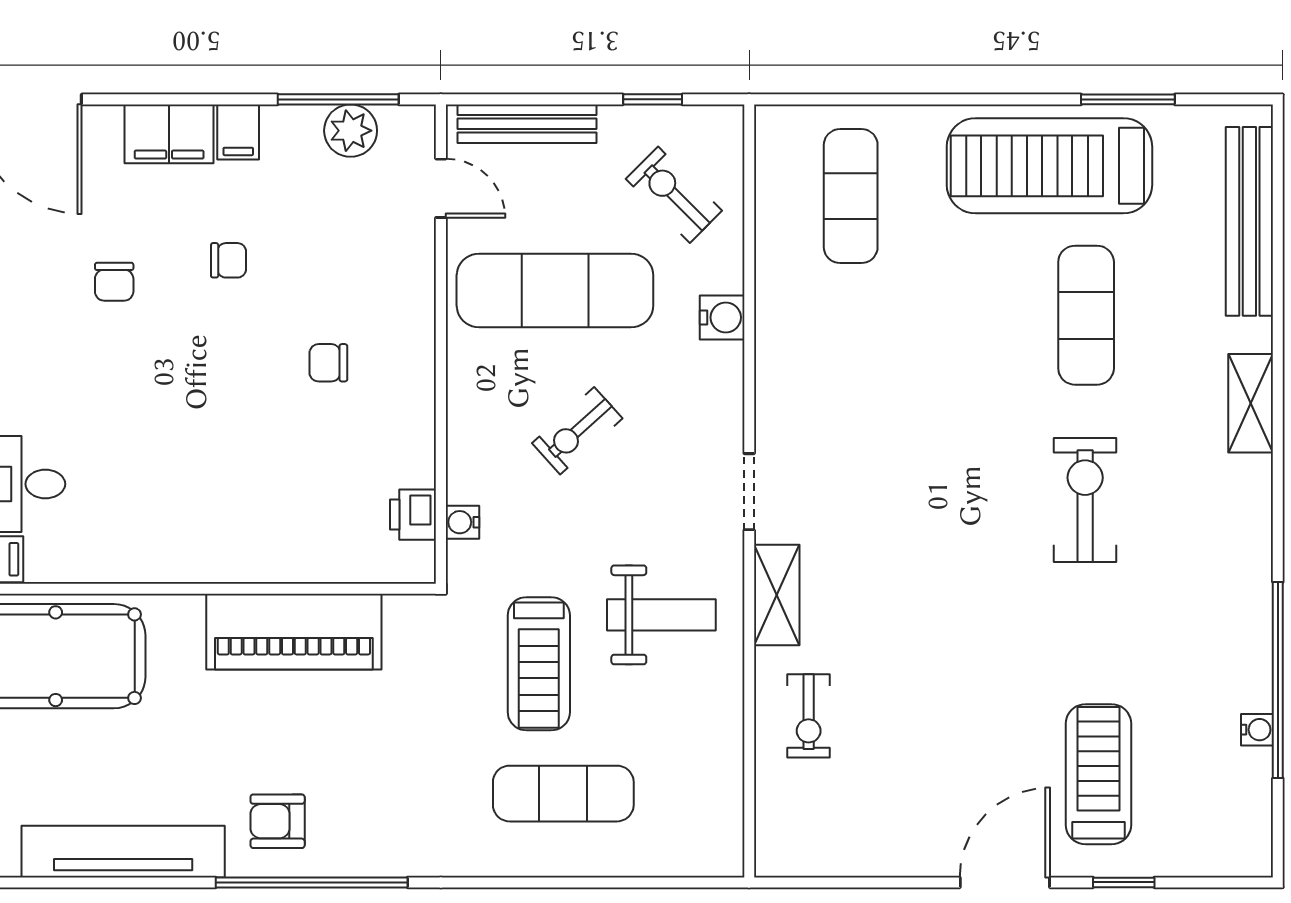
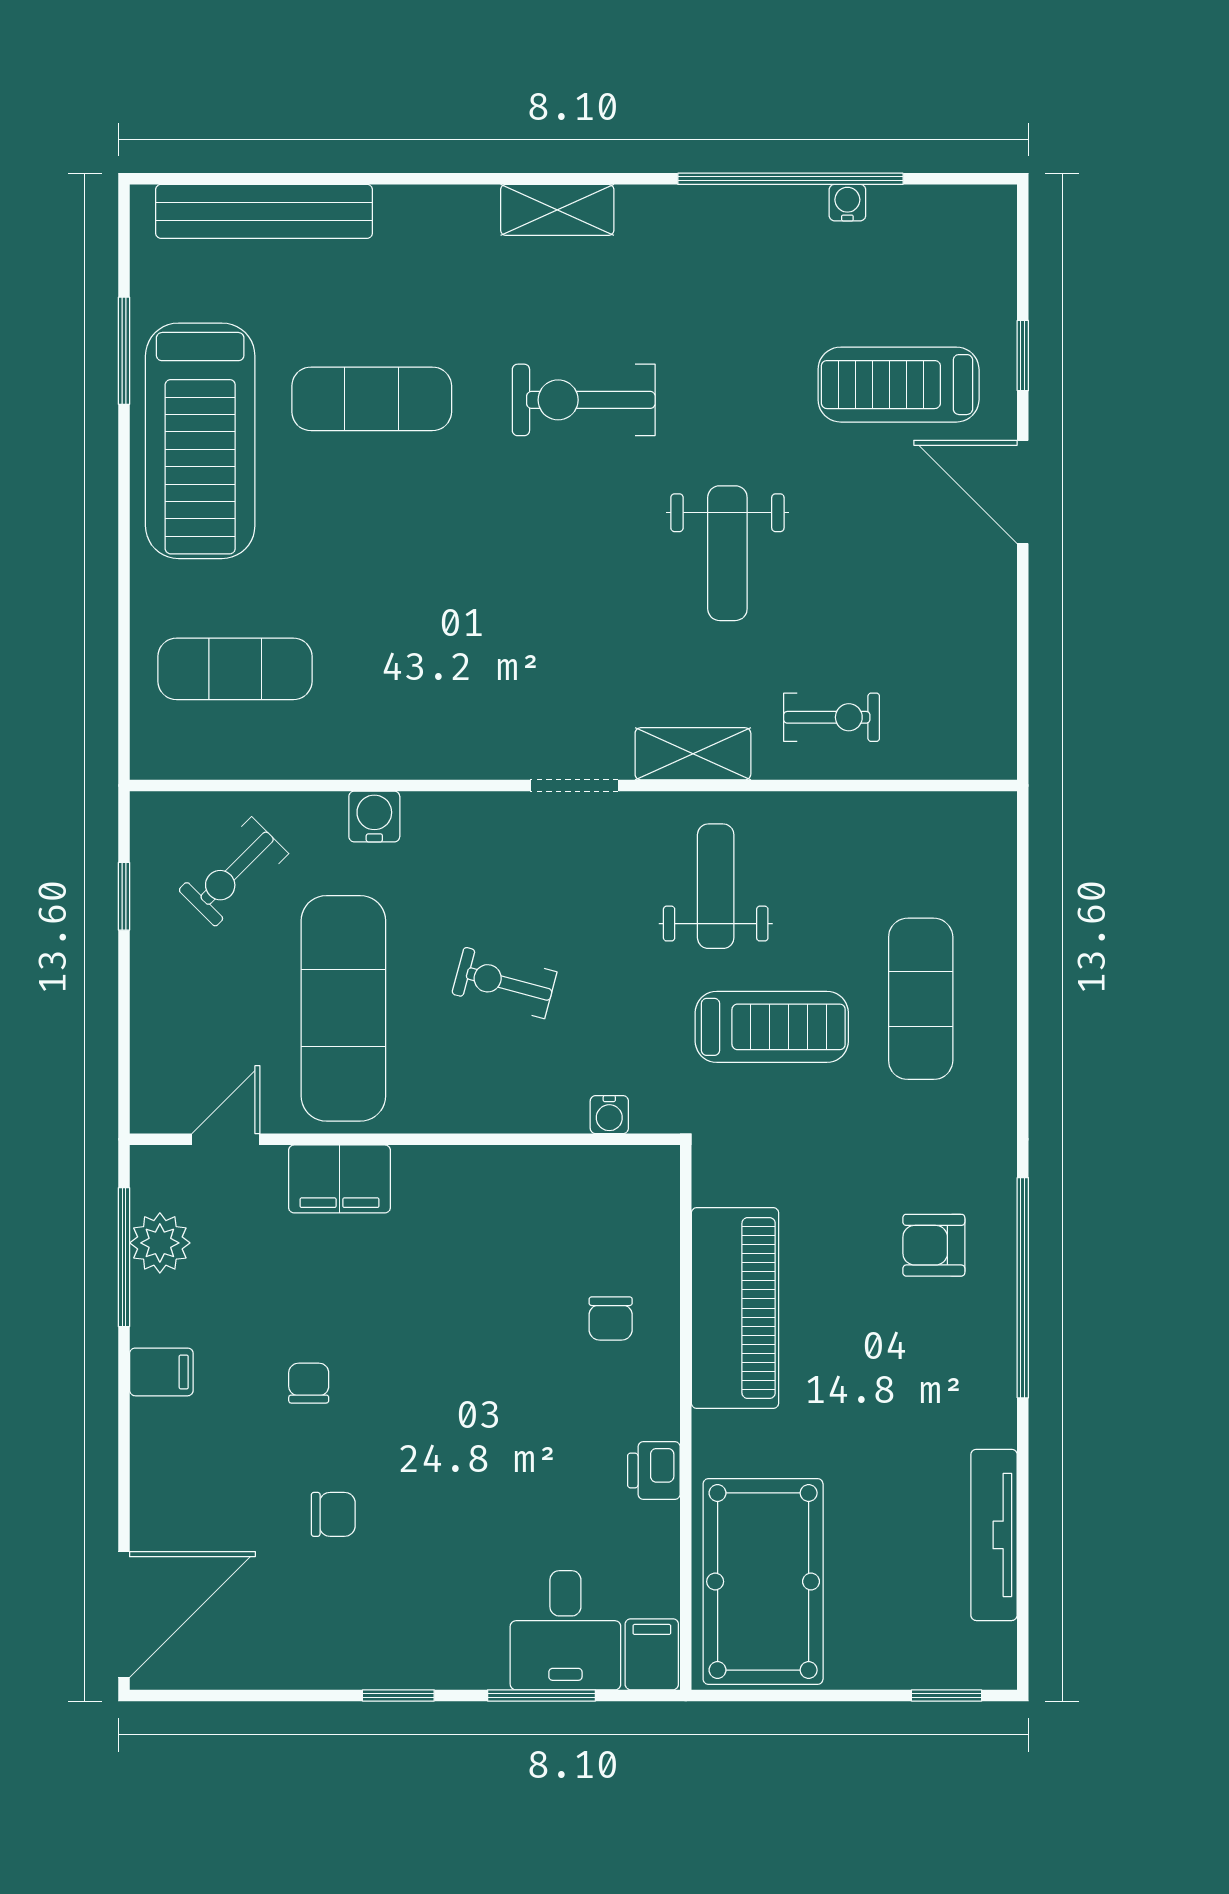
bench: (527, 124) -> (152, 1040), removed
filing cabinet: (169, 134) -> (339, 1179), moved, turned 90
chair: (328, 363) -> (611, 1318), moved
shelving: (1251, 403) -> (557, 210), moved
exercise bike: (577, 431) -> (504, 983), turned 147
printer: (413, 515) -> (654, 1471), moved, turned 90
weight bench: (952, 625) -> (727, 553), added
armchair: (278, 821) -> (934, 1245), moved, turned 90
tv unit: (123, 852) -> (994, 1535), width x0.73, depth x0.78

